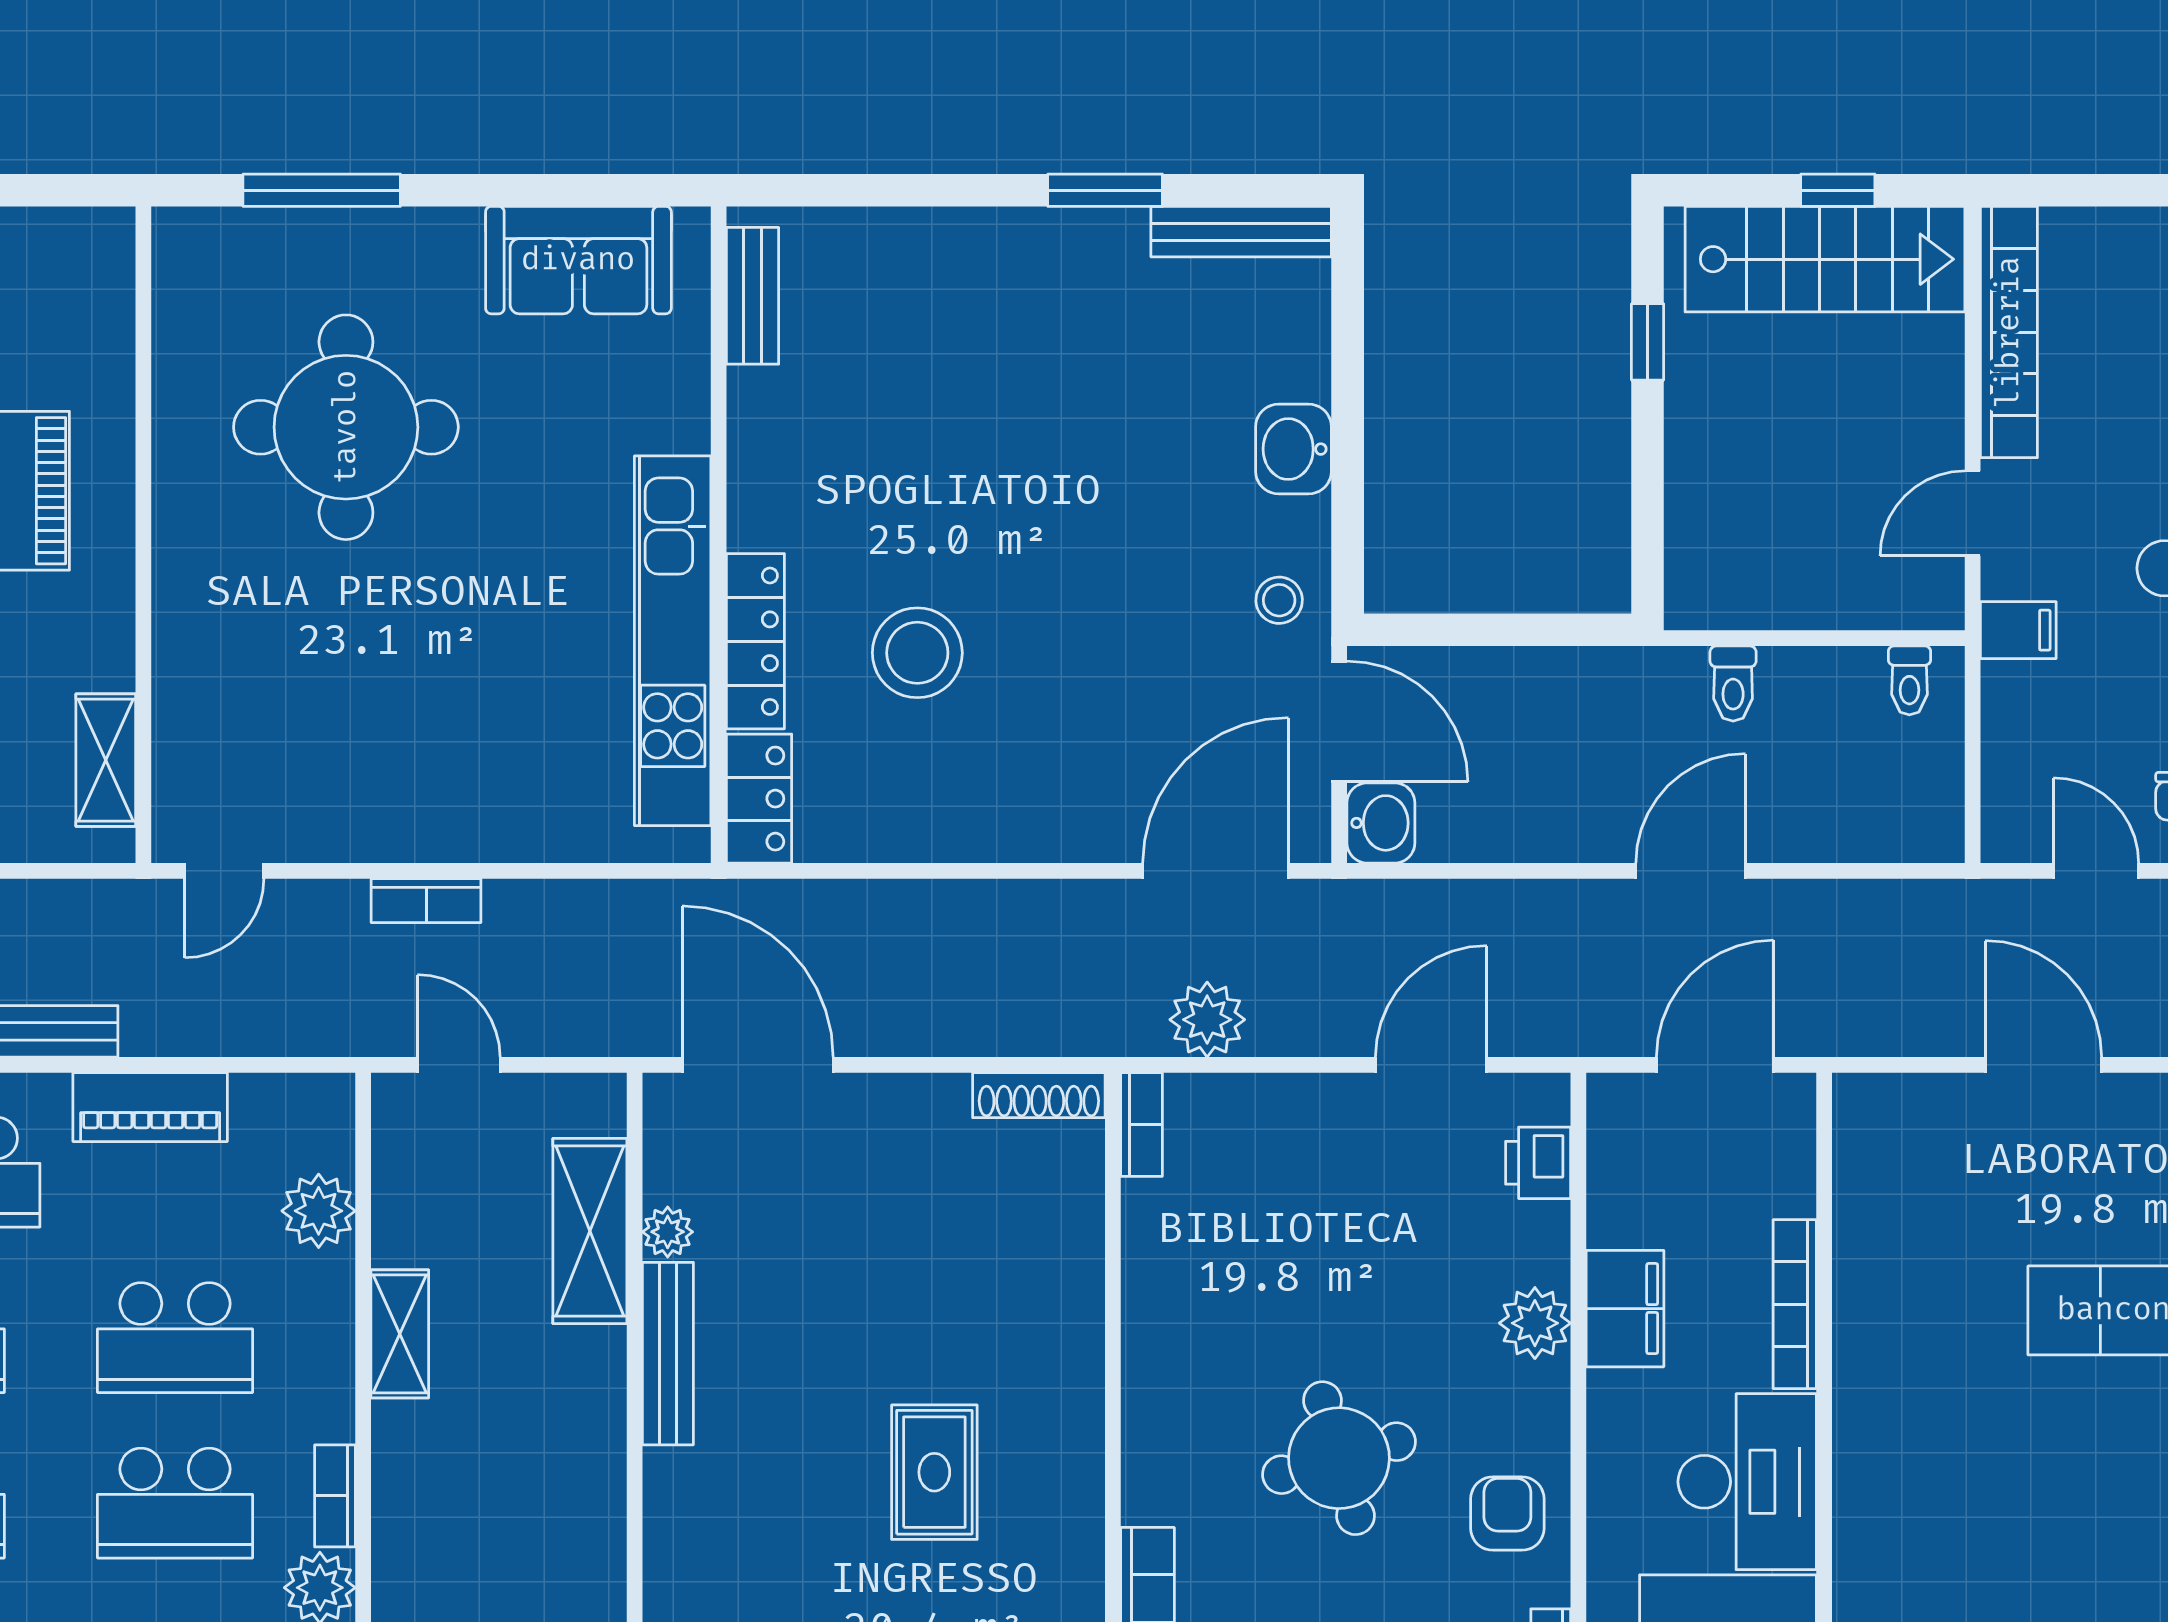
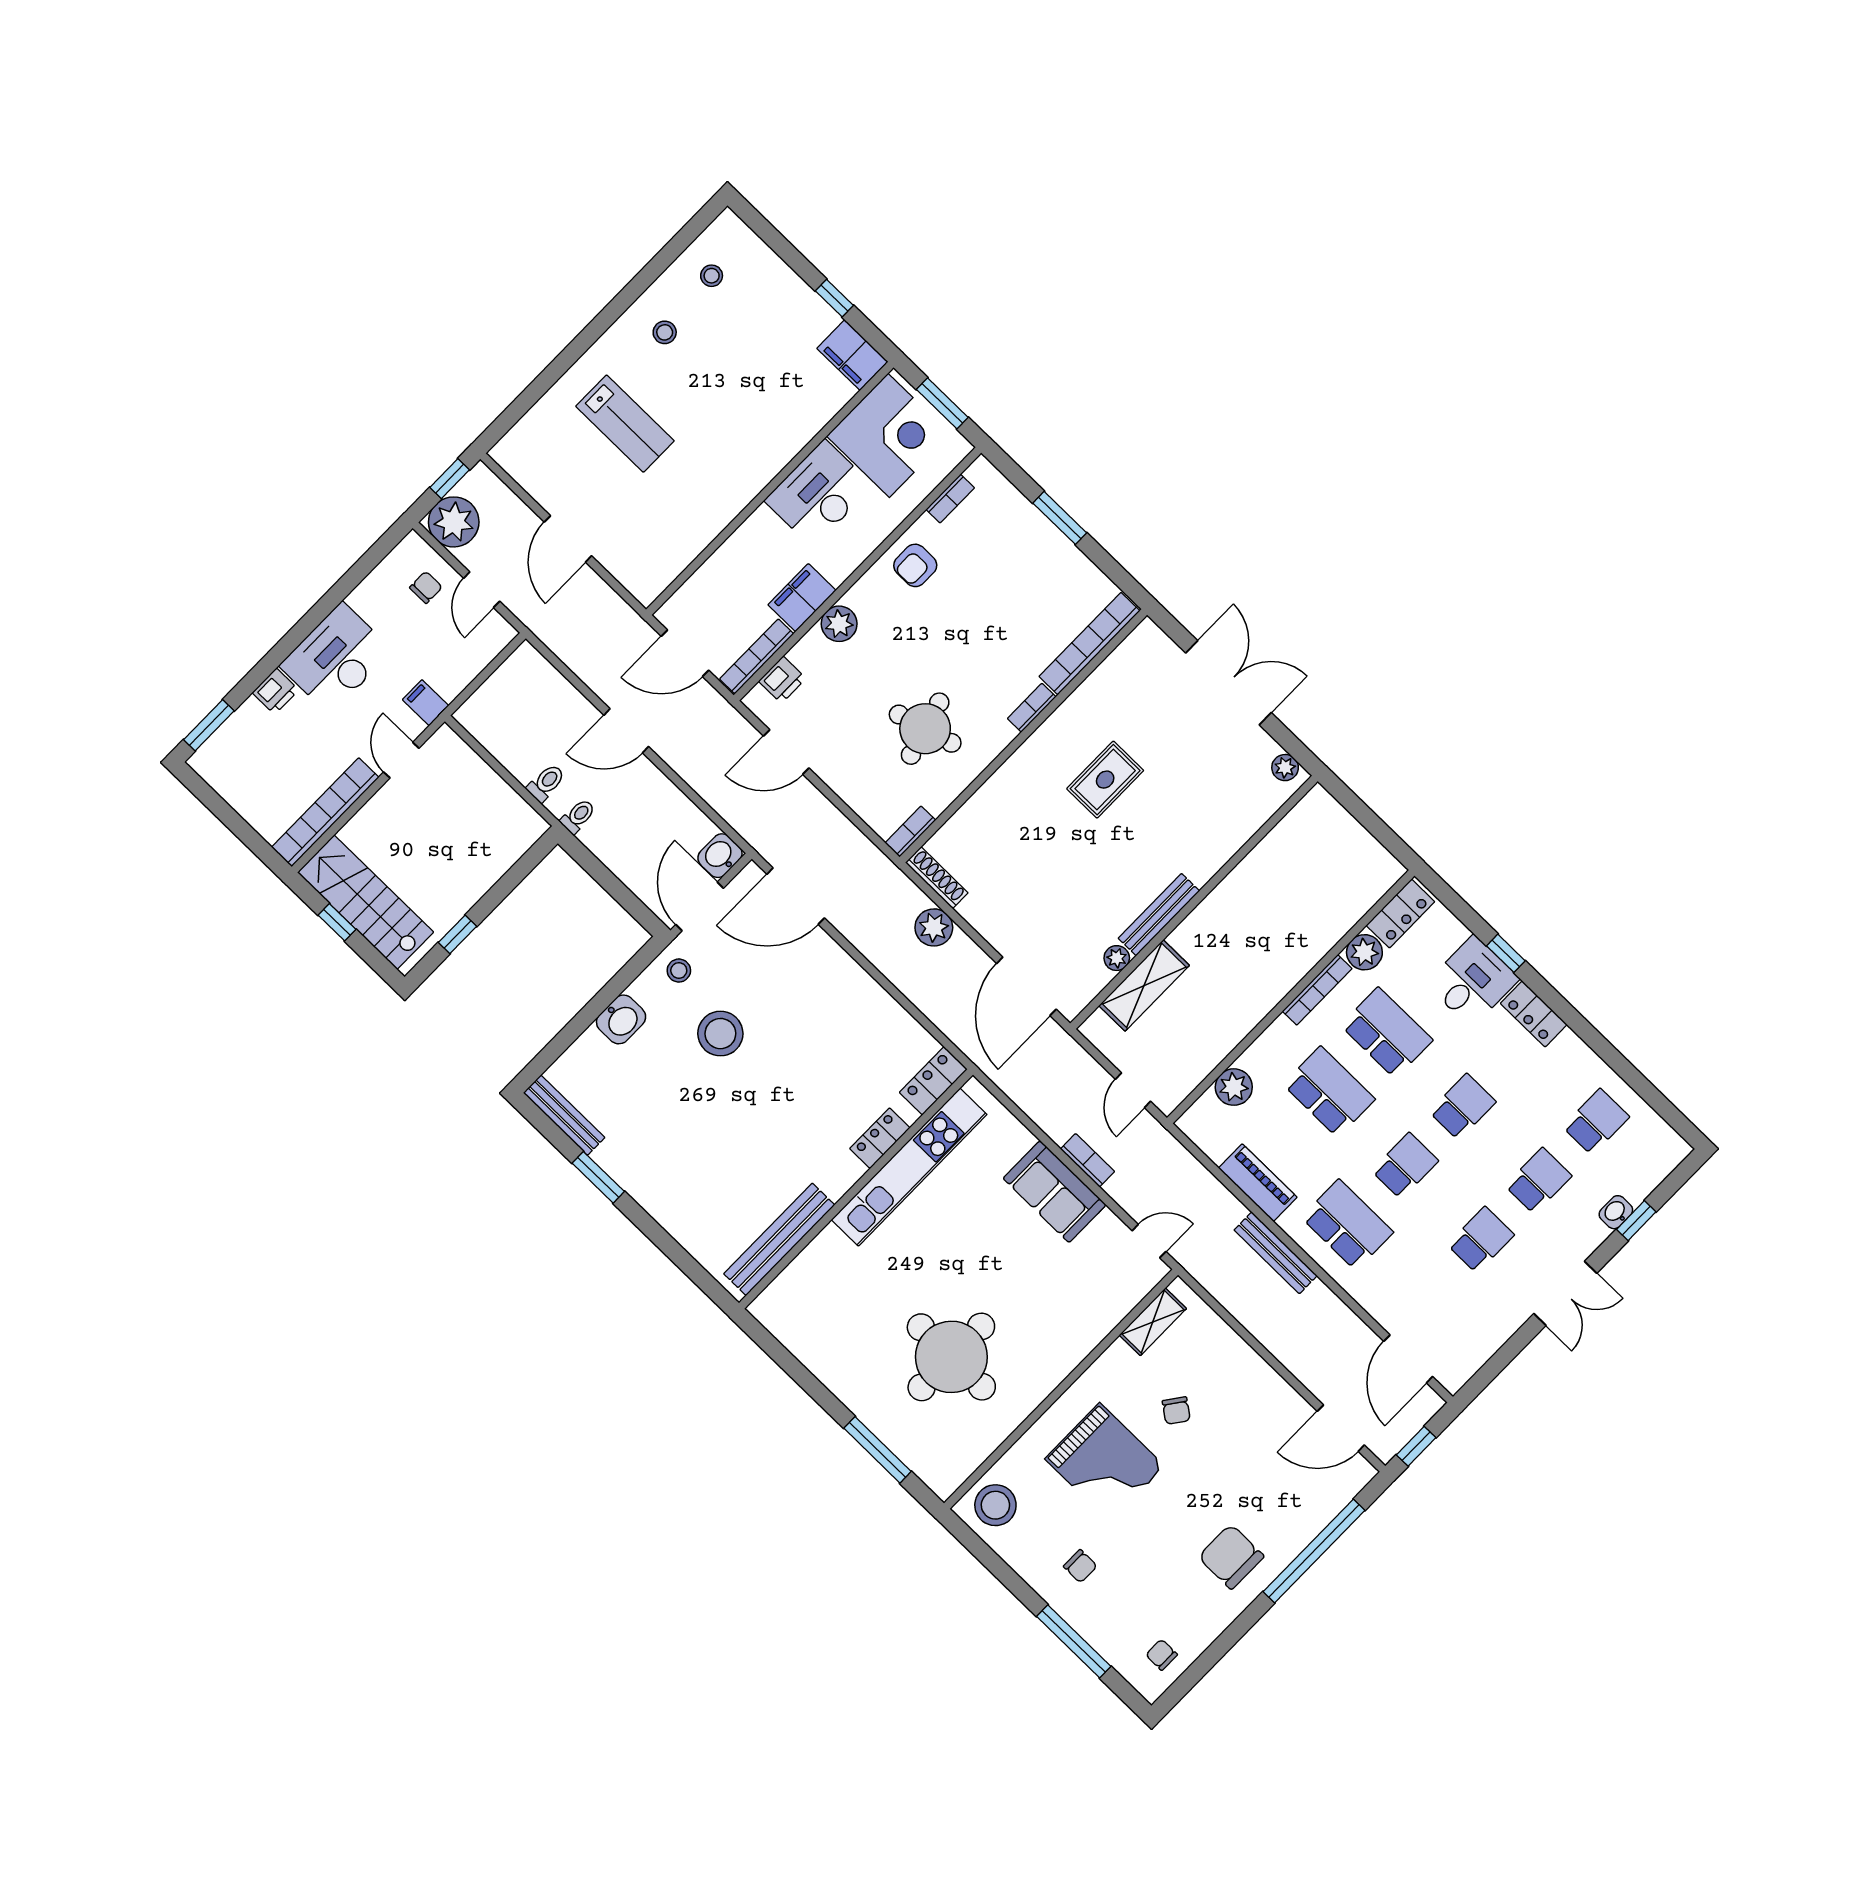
sofa: (578, 260) -> (1055, 1192), moved, turned 180
stool: (75, 276) -> (995, 1505), added
bench: (753, 296) -> (779, 1239), width x1.86, depth x1.21
door: (1973, 513) -> (401, 760), swing flipped
locker: (755, 641) -> (880, 1138), width x0.66
stool: (917, 653) -> (720, 1034), moved
toilet: (1909, 680) -> (578, 816), moved
plant: (1207, 1020) -> (934, 927), moved
bookcase: (1795, 1304) -> (757, 656), moved, turned 180
shelving: (400, 1334) -> (1248, 1015), removed
round table: (1339, 1458) -> (925, 729), moved
bookcase: (1141, 1472) -> (1032, 708), added
bookcase: (335, 1496) -> (1317, 990), width x1.56

